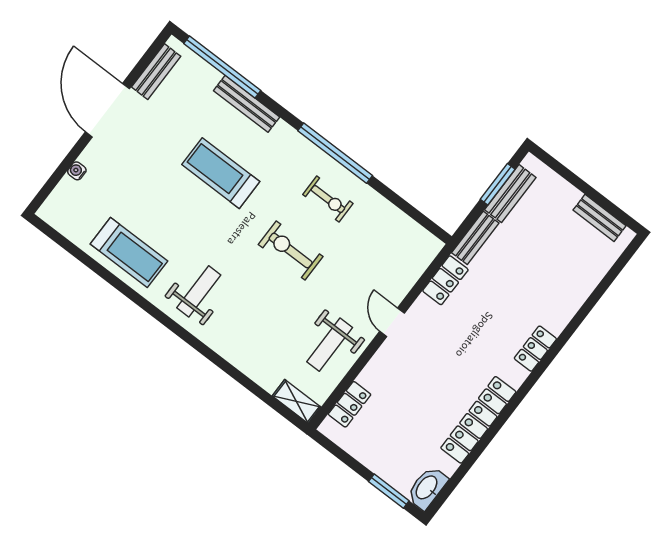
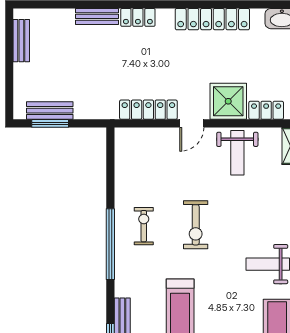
bench: (475, 238) -> (97, 16), moved
locker: (445, 280) -> (148, 110), width x1.53
weight bench: (330, 345) -> (237, 153), turned 90
shower: (387, 374) -> (228, 101), added

